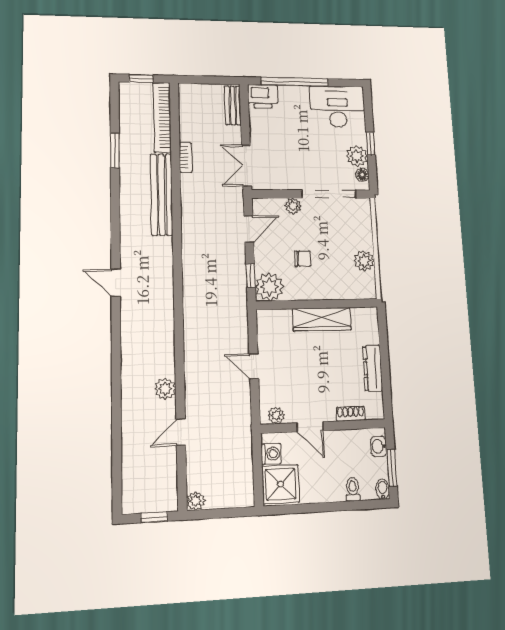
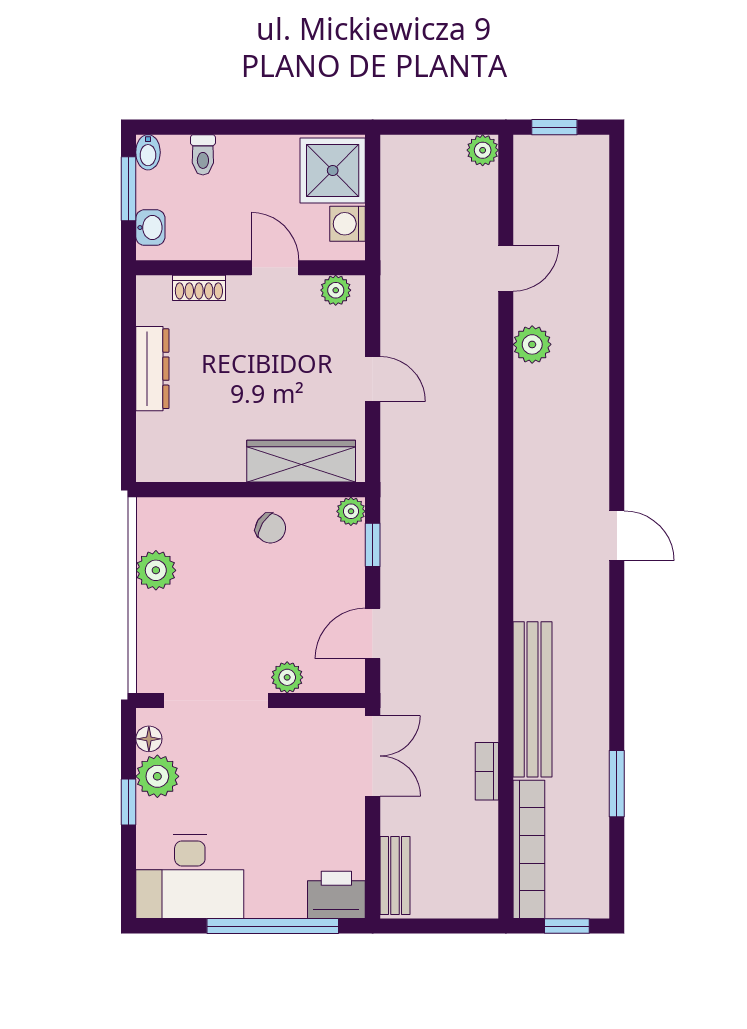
chair: (303, 259) -> (271, 528), moved, turned -148
plant: (269, 287) -> (351, 511), width x0.53, depth x0.53
wardrobe: (322, 319) -> (301, 461), moved

